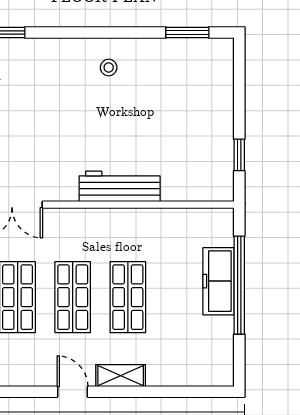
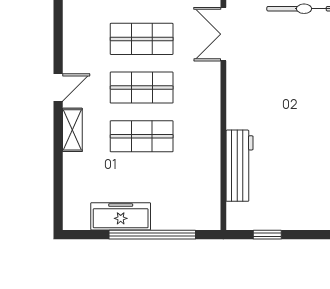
workbench: (120, 186) -> (239, 166), moved
freezer: (219, 281) -> (121, 216), moved

